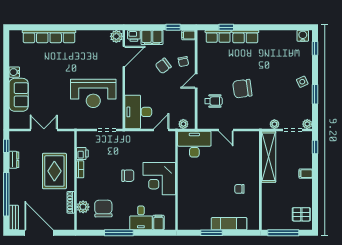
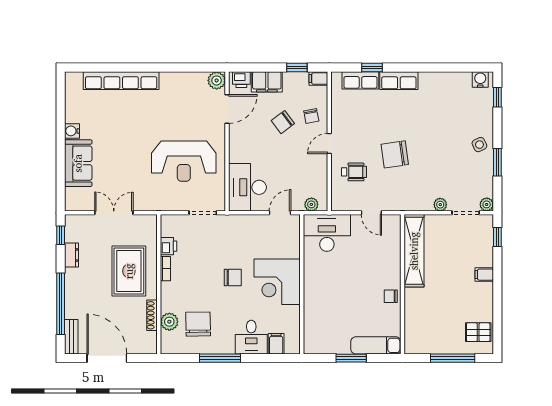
shelving: (269, 157) -> (414, 251), moved
wall: (260, 180) -> (402, 284), moved

